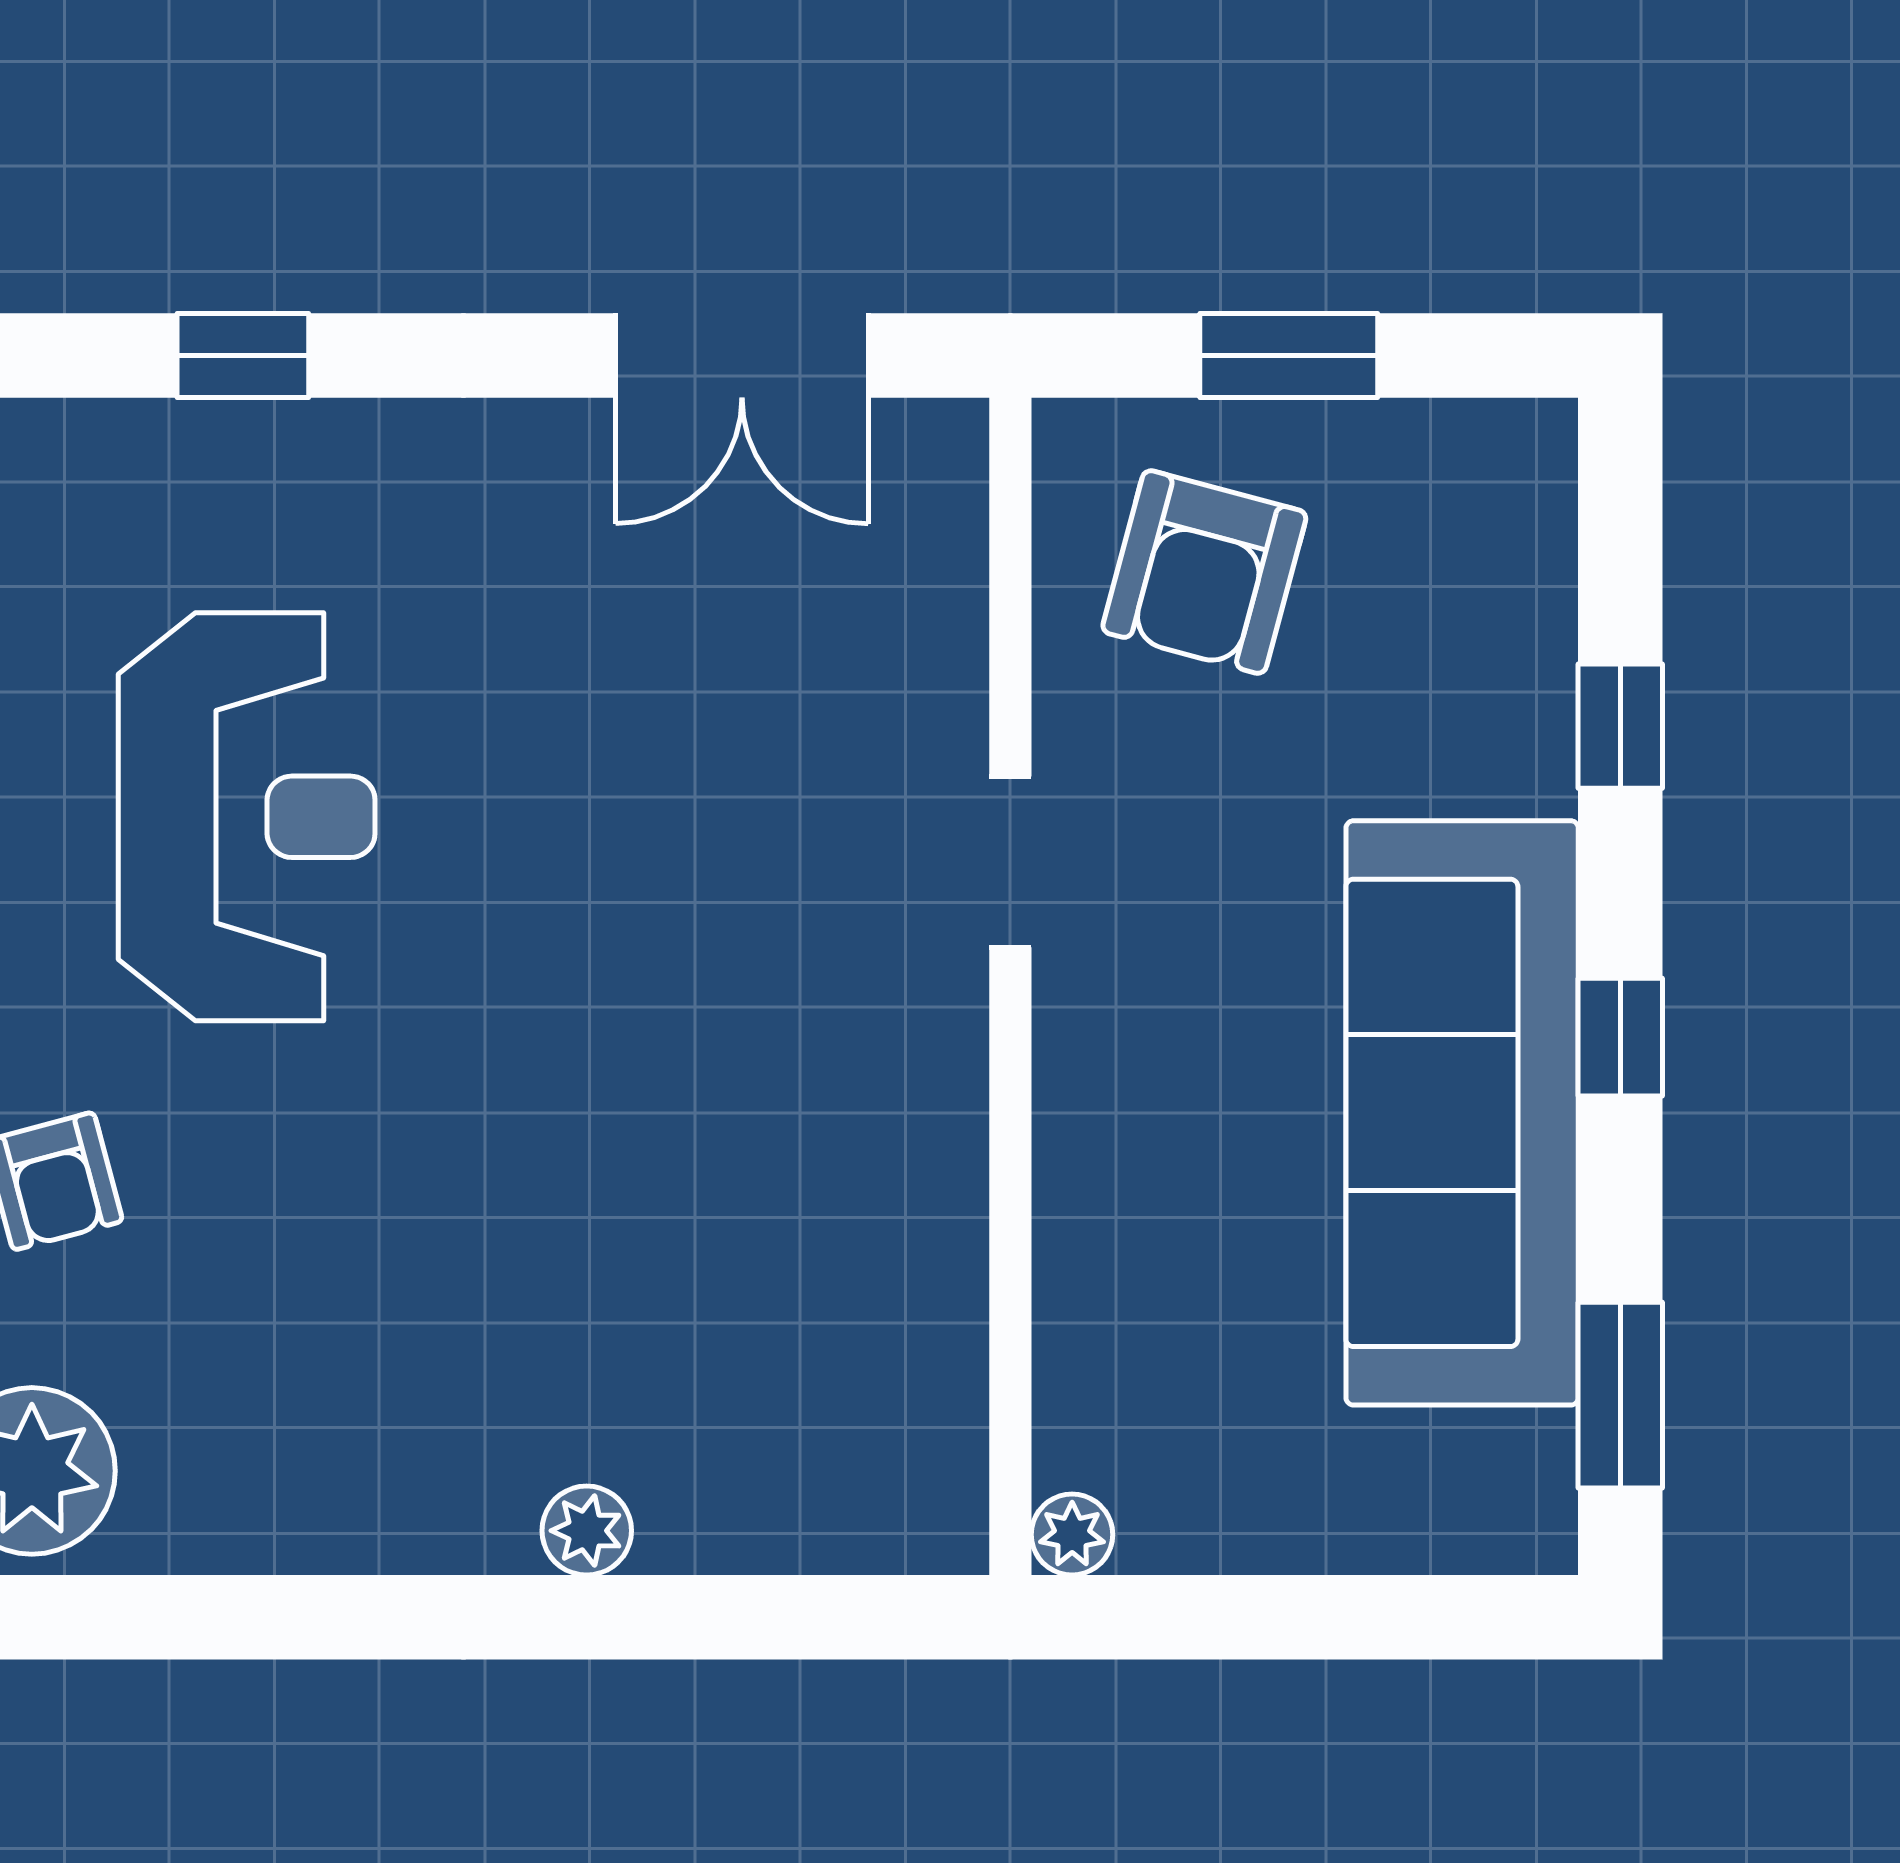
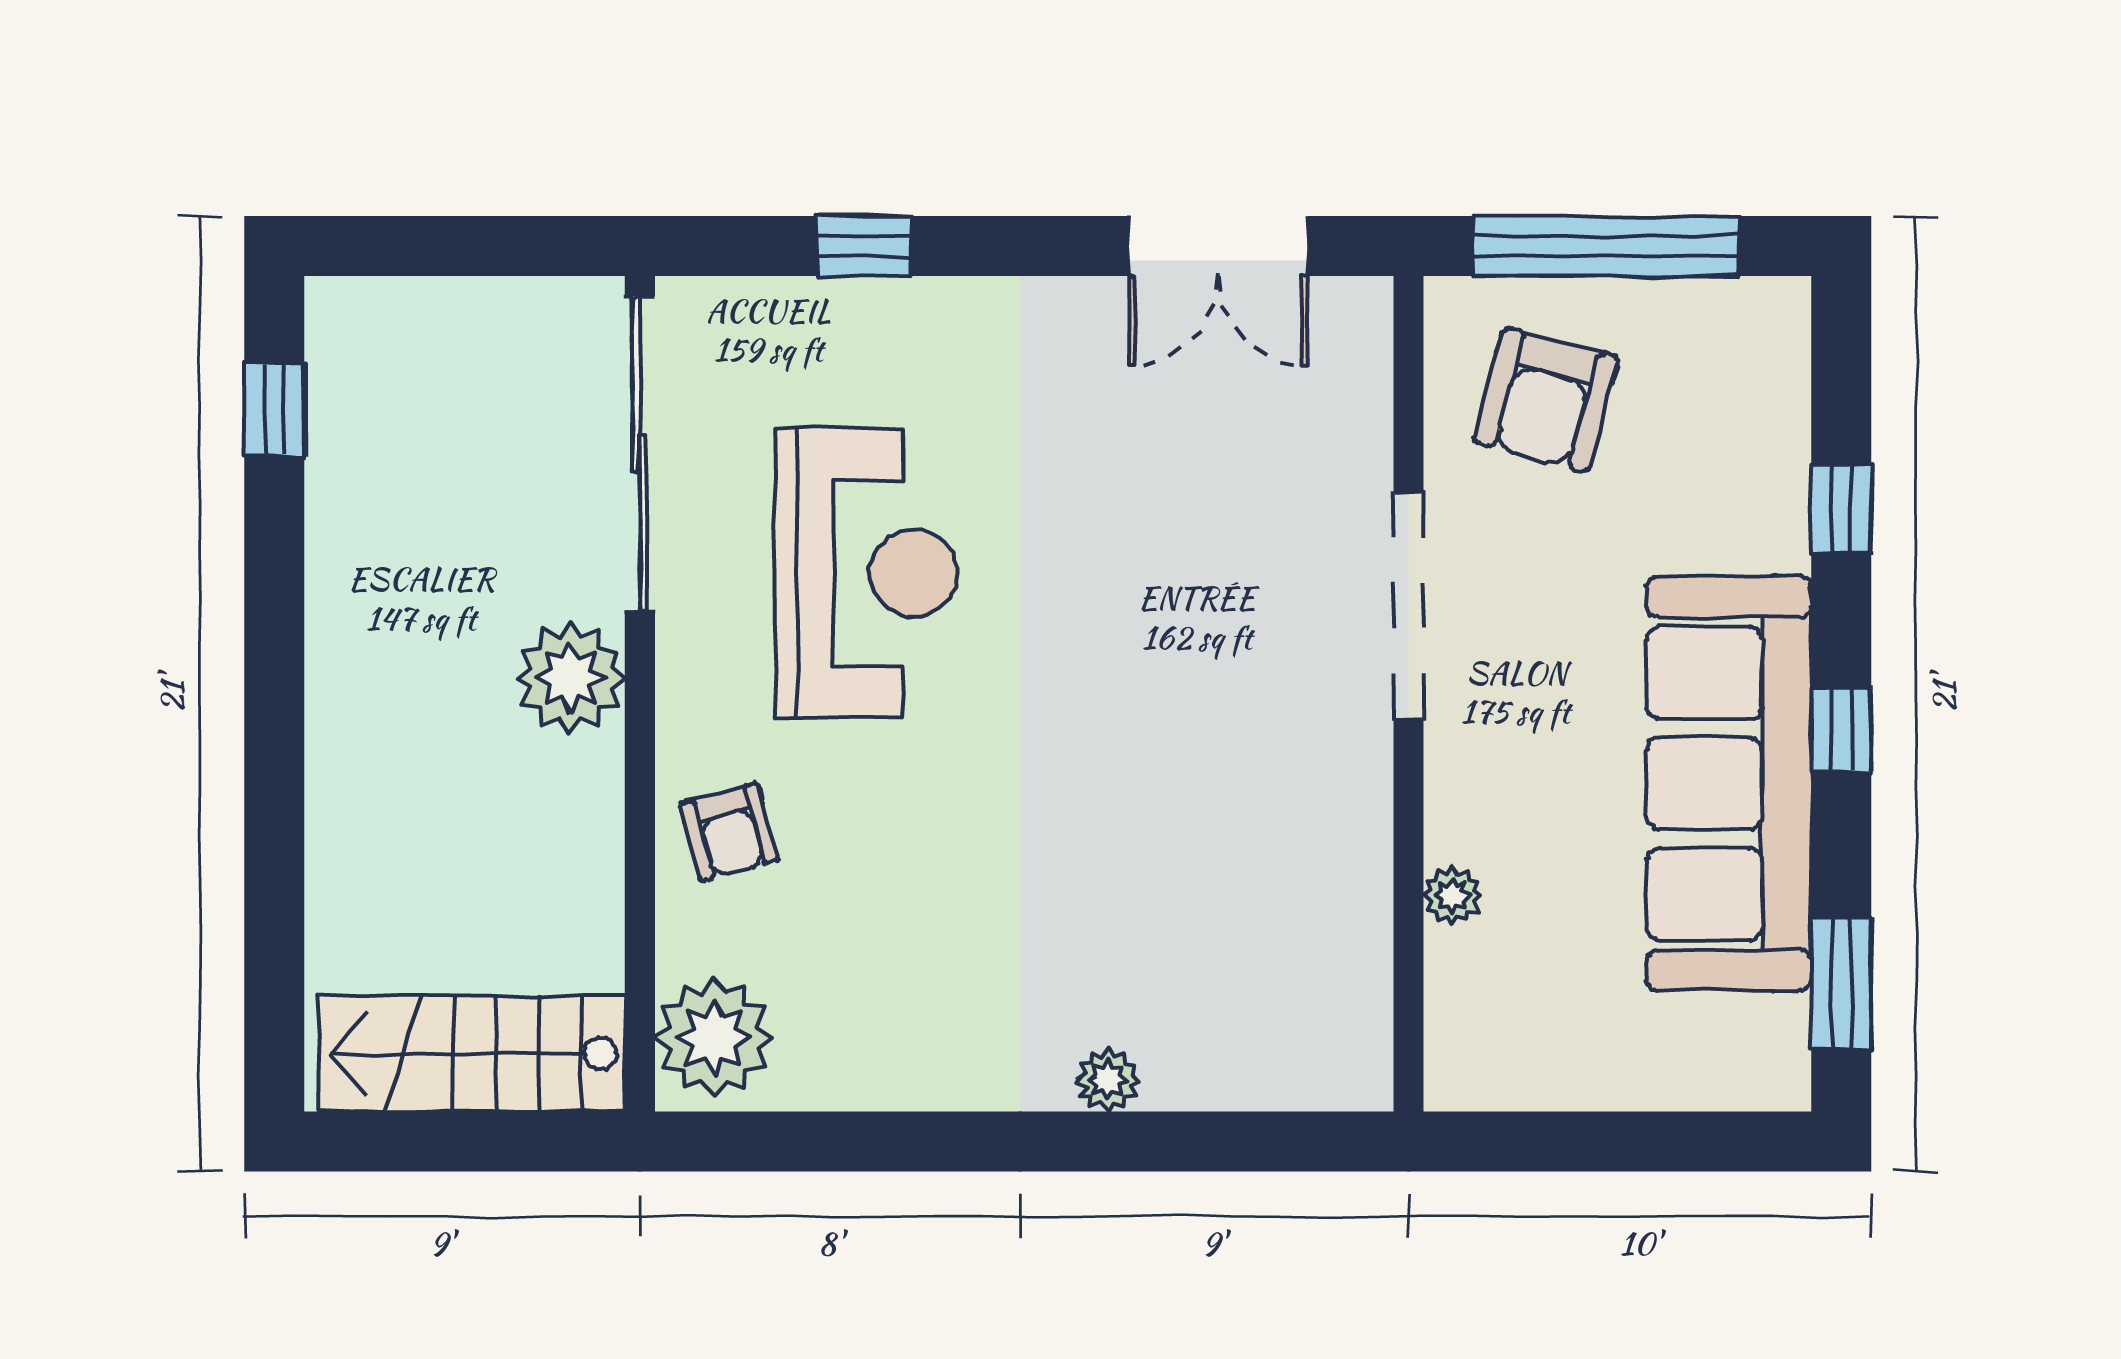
window: (1289, 355) -> (1606, 246), width x2.11
doorway: (1010, 862) -> (1409, 605), width x1.88
plant: (1072, 1535) -> (1452, 896), moved

